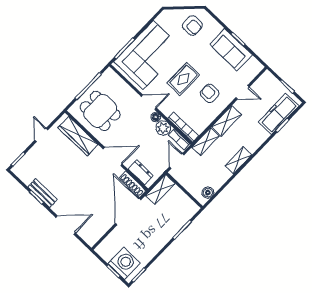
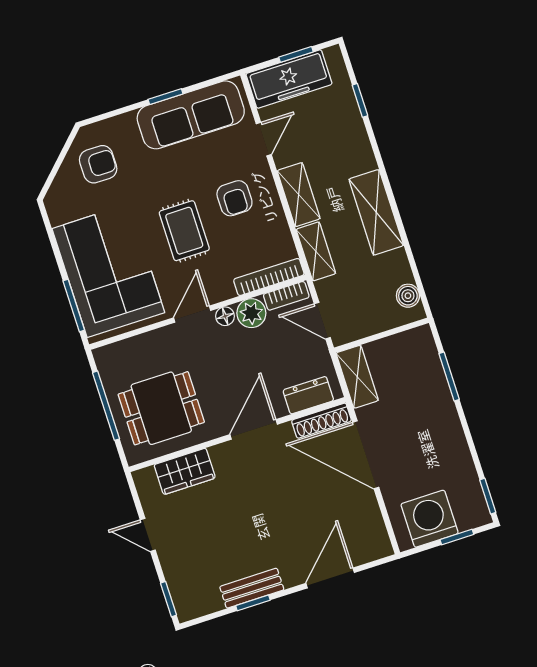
sofa: (231, 50) -> (191, 115), width x1.36
armchair: (210, 93) -> (234, 198), turned -90
freezer: (279, 114) -> (289, 79), moved, turned -90
wardrobe: (78, 136) -> (185, 471), width x0.67
shelving: (238, 160) -> (376, 212), width x1.50, depth x1.33
washing machine: (124, 263) -> (430, 519), moved

